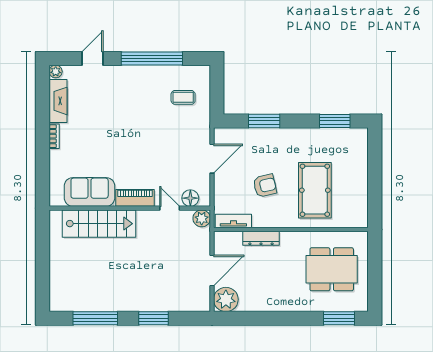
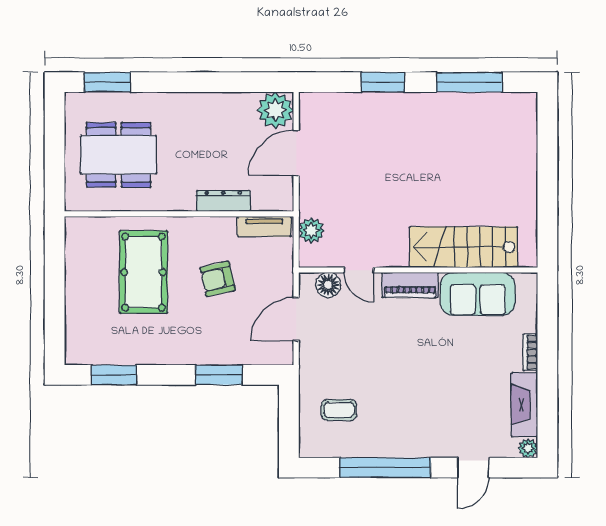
sofa: (90, 192) -> (478, 294), moved
piano: (135, 198) -> (410, 285), moved
floor lamp: (190, 198) -> (328, 285), moved
wall: (130, 208) -> (418, 270), moved
door: (170, 208) -> (359, 270), moved
stairs: (99, 224) -> (464, 247), moved

